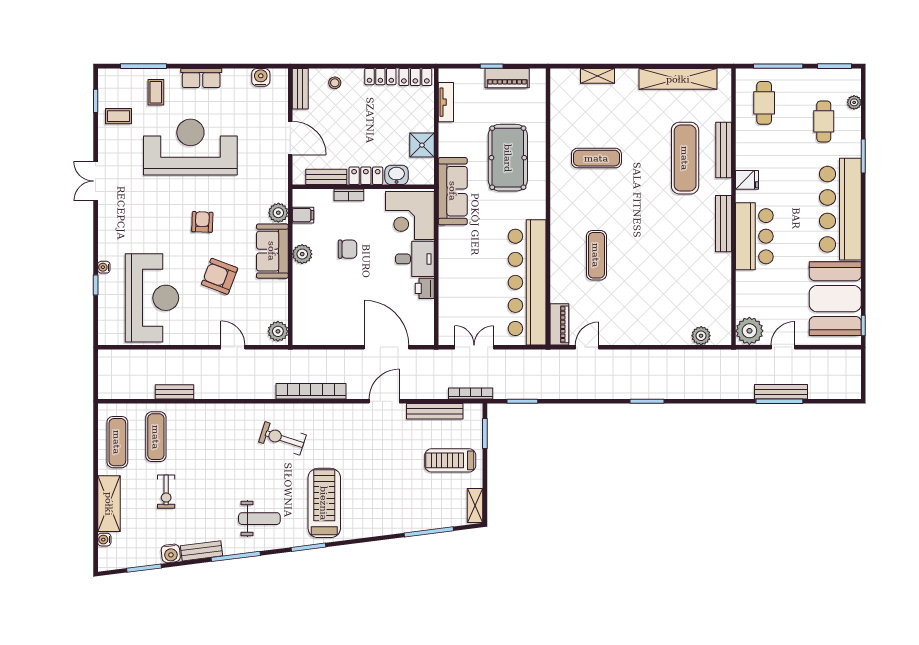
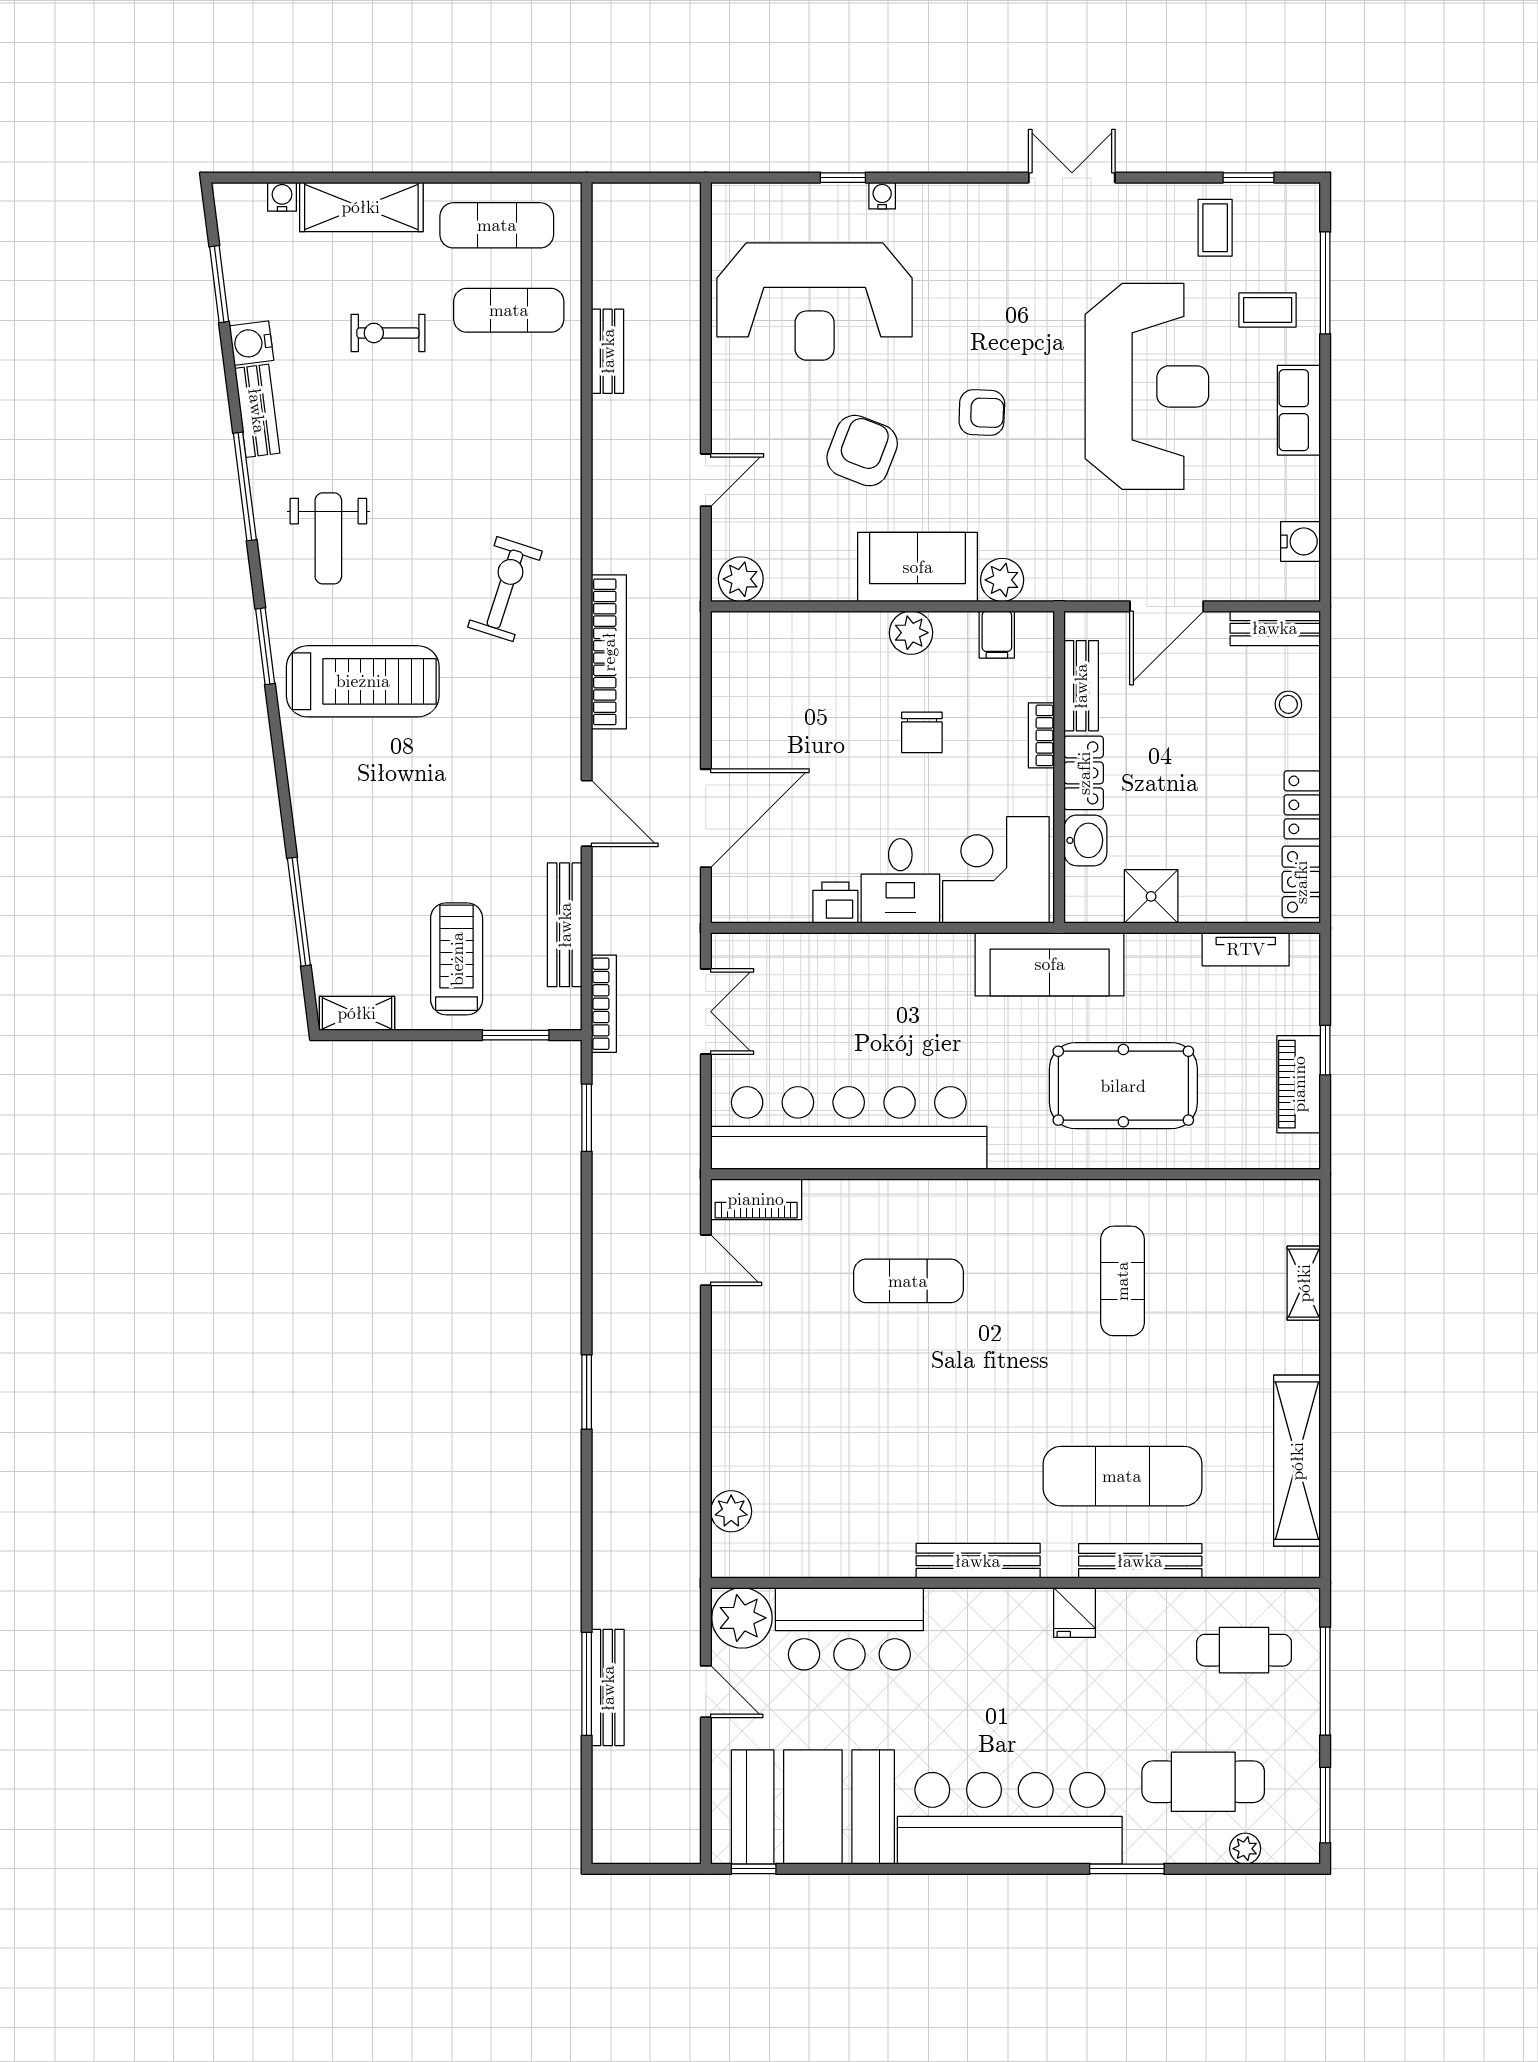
cafe table: (824, 121) -> (1203, 1782), width x1.37, depth x1.35
bar counter: (754, 236) -> (849, 1629), moved

